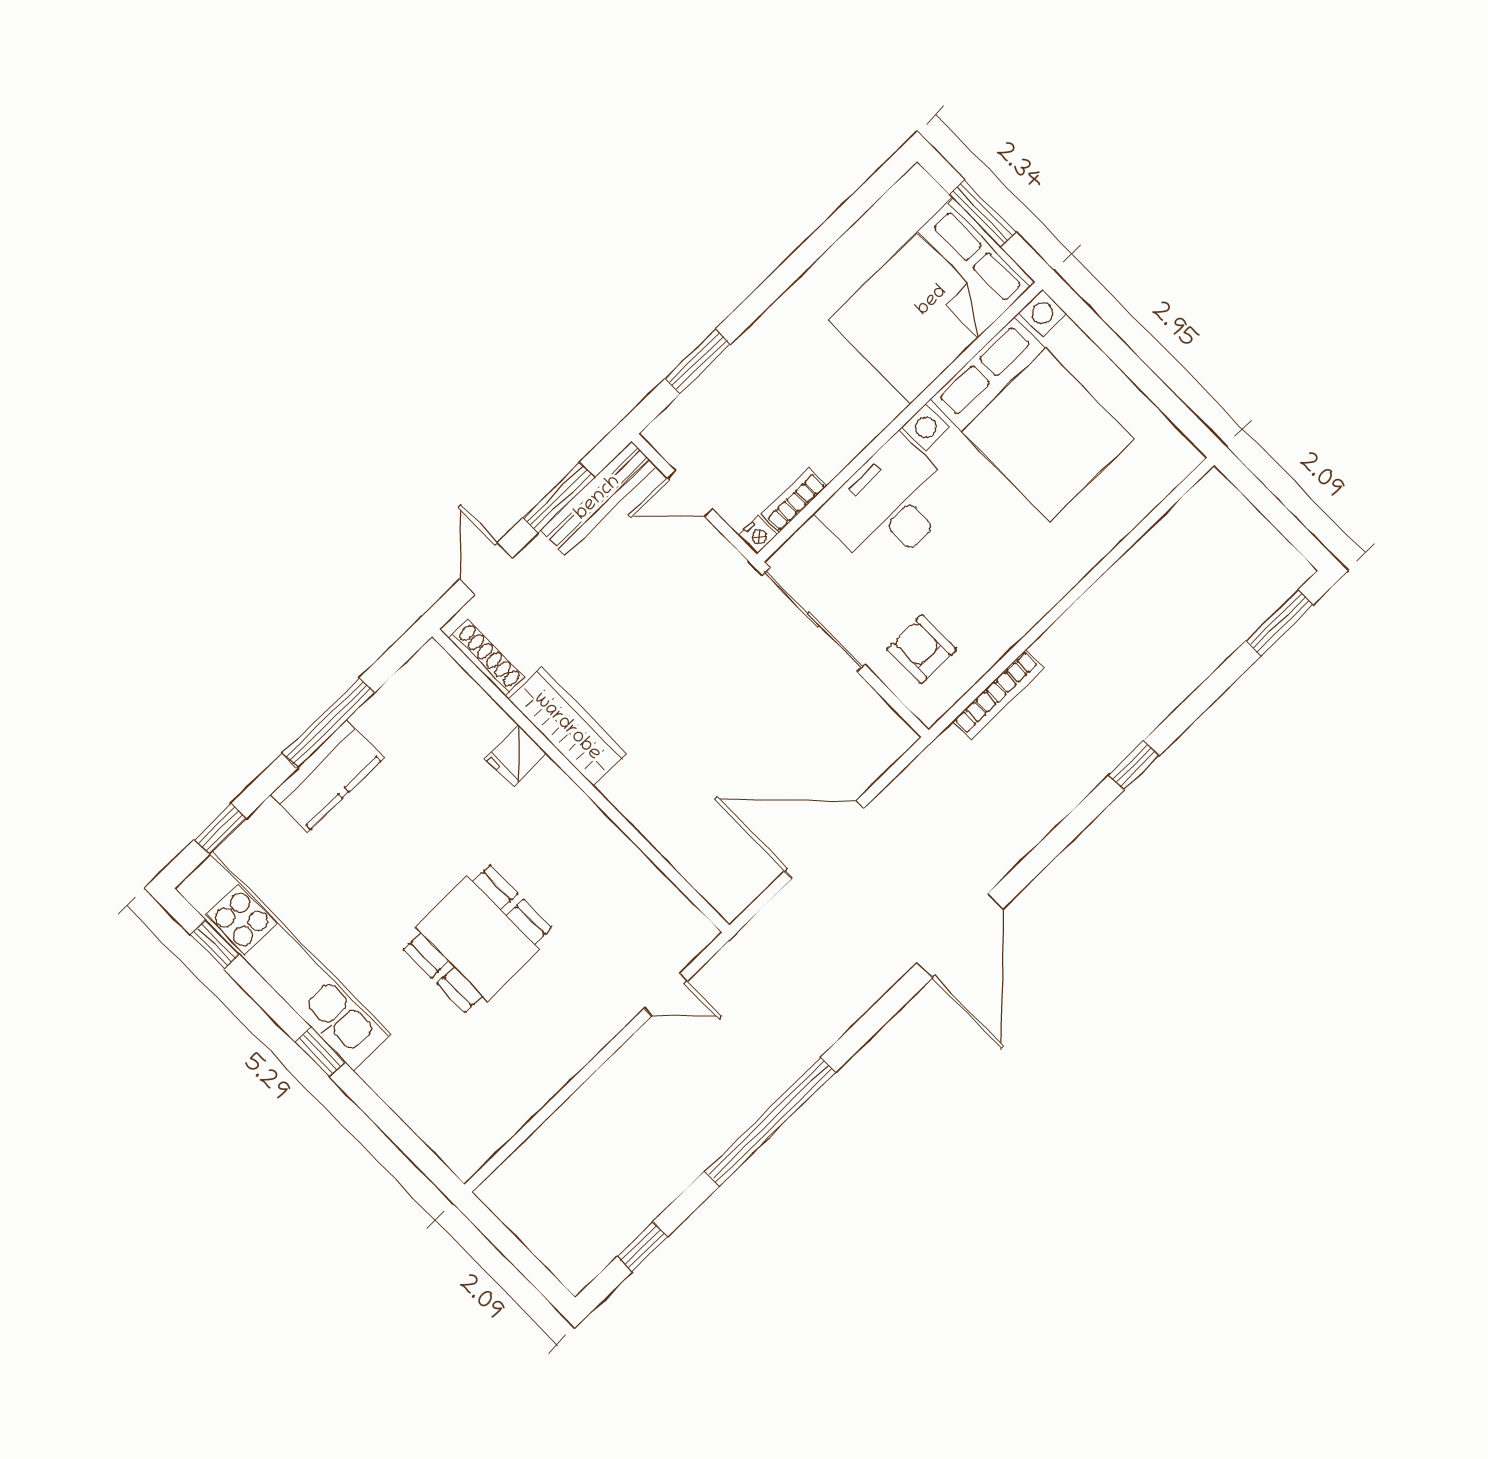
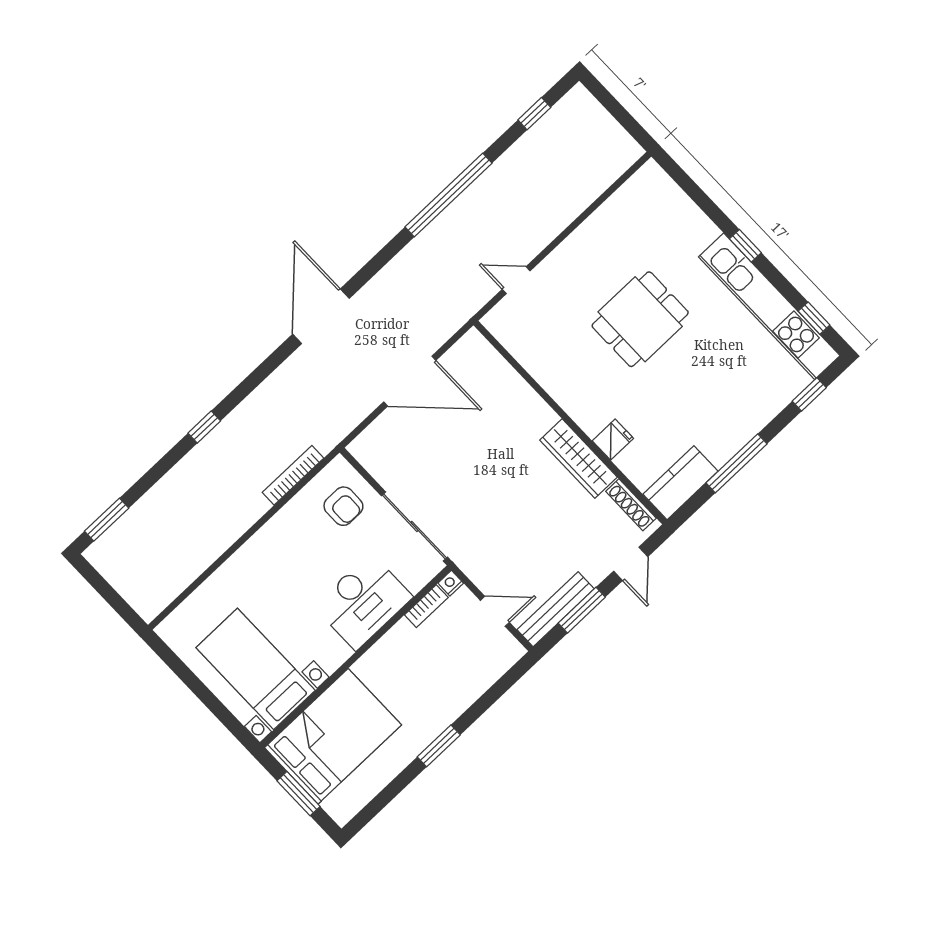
window: (698, 361) -> (439, 746), moved
bed with nightstands: (1032, 419) -> (256, 669), width x0.73
kitchen counter: (327, 776) -> (681, 483), moved

